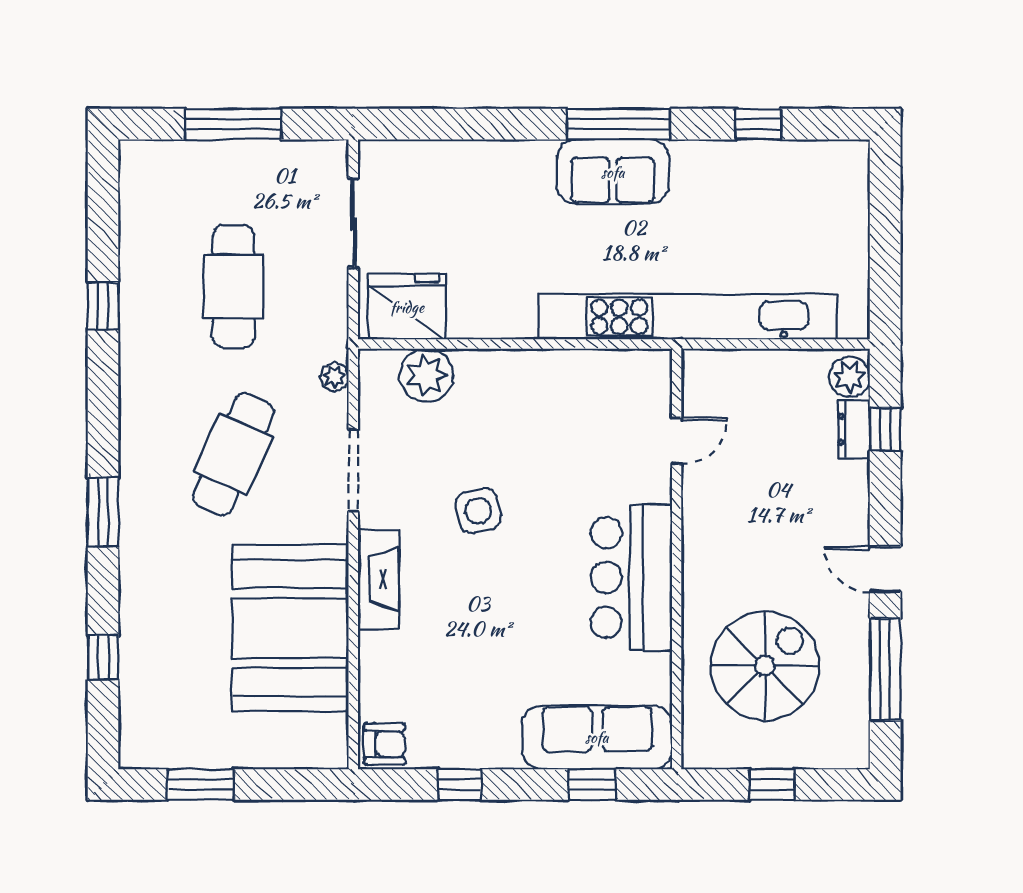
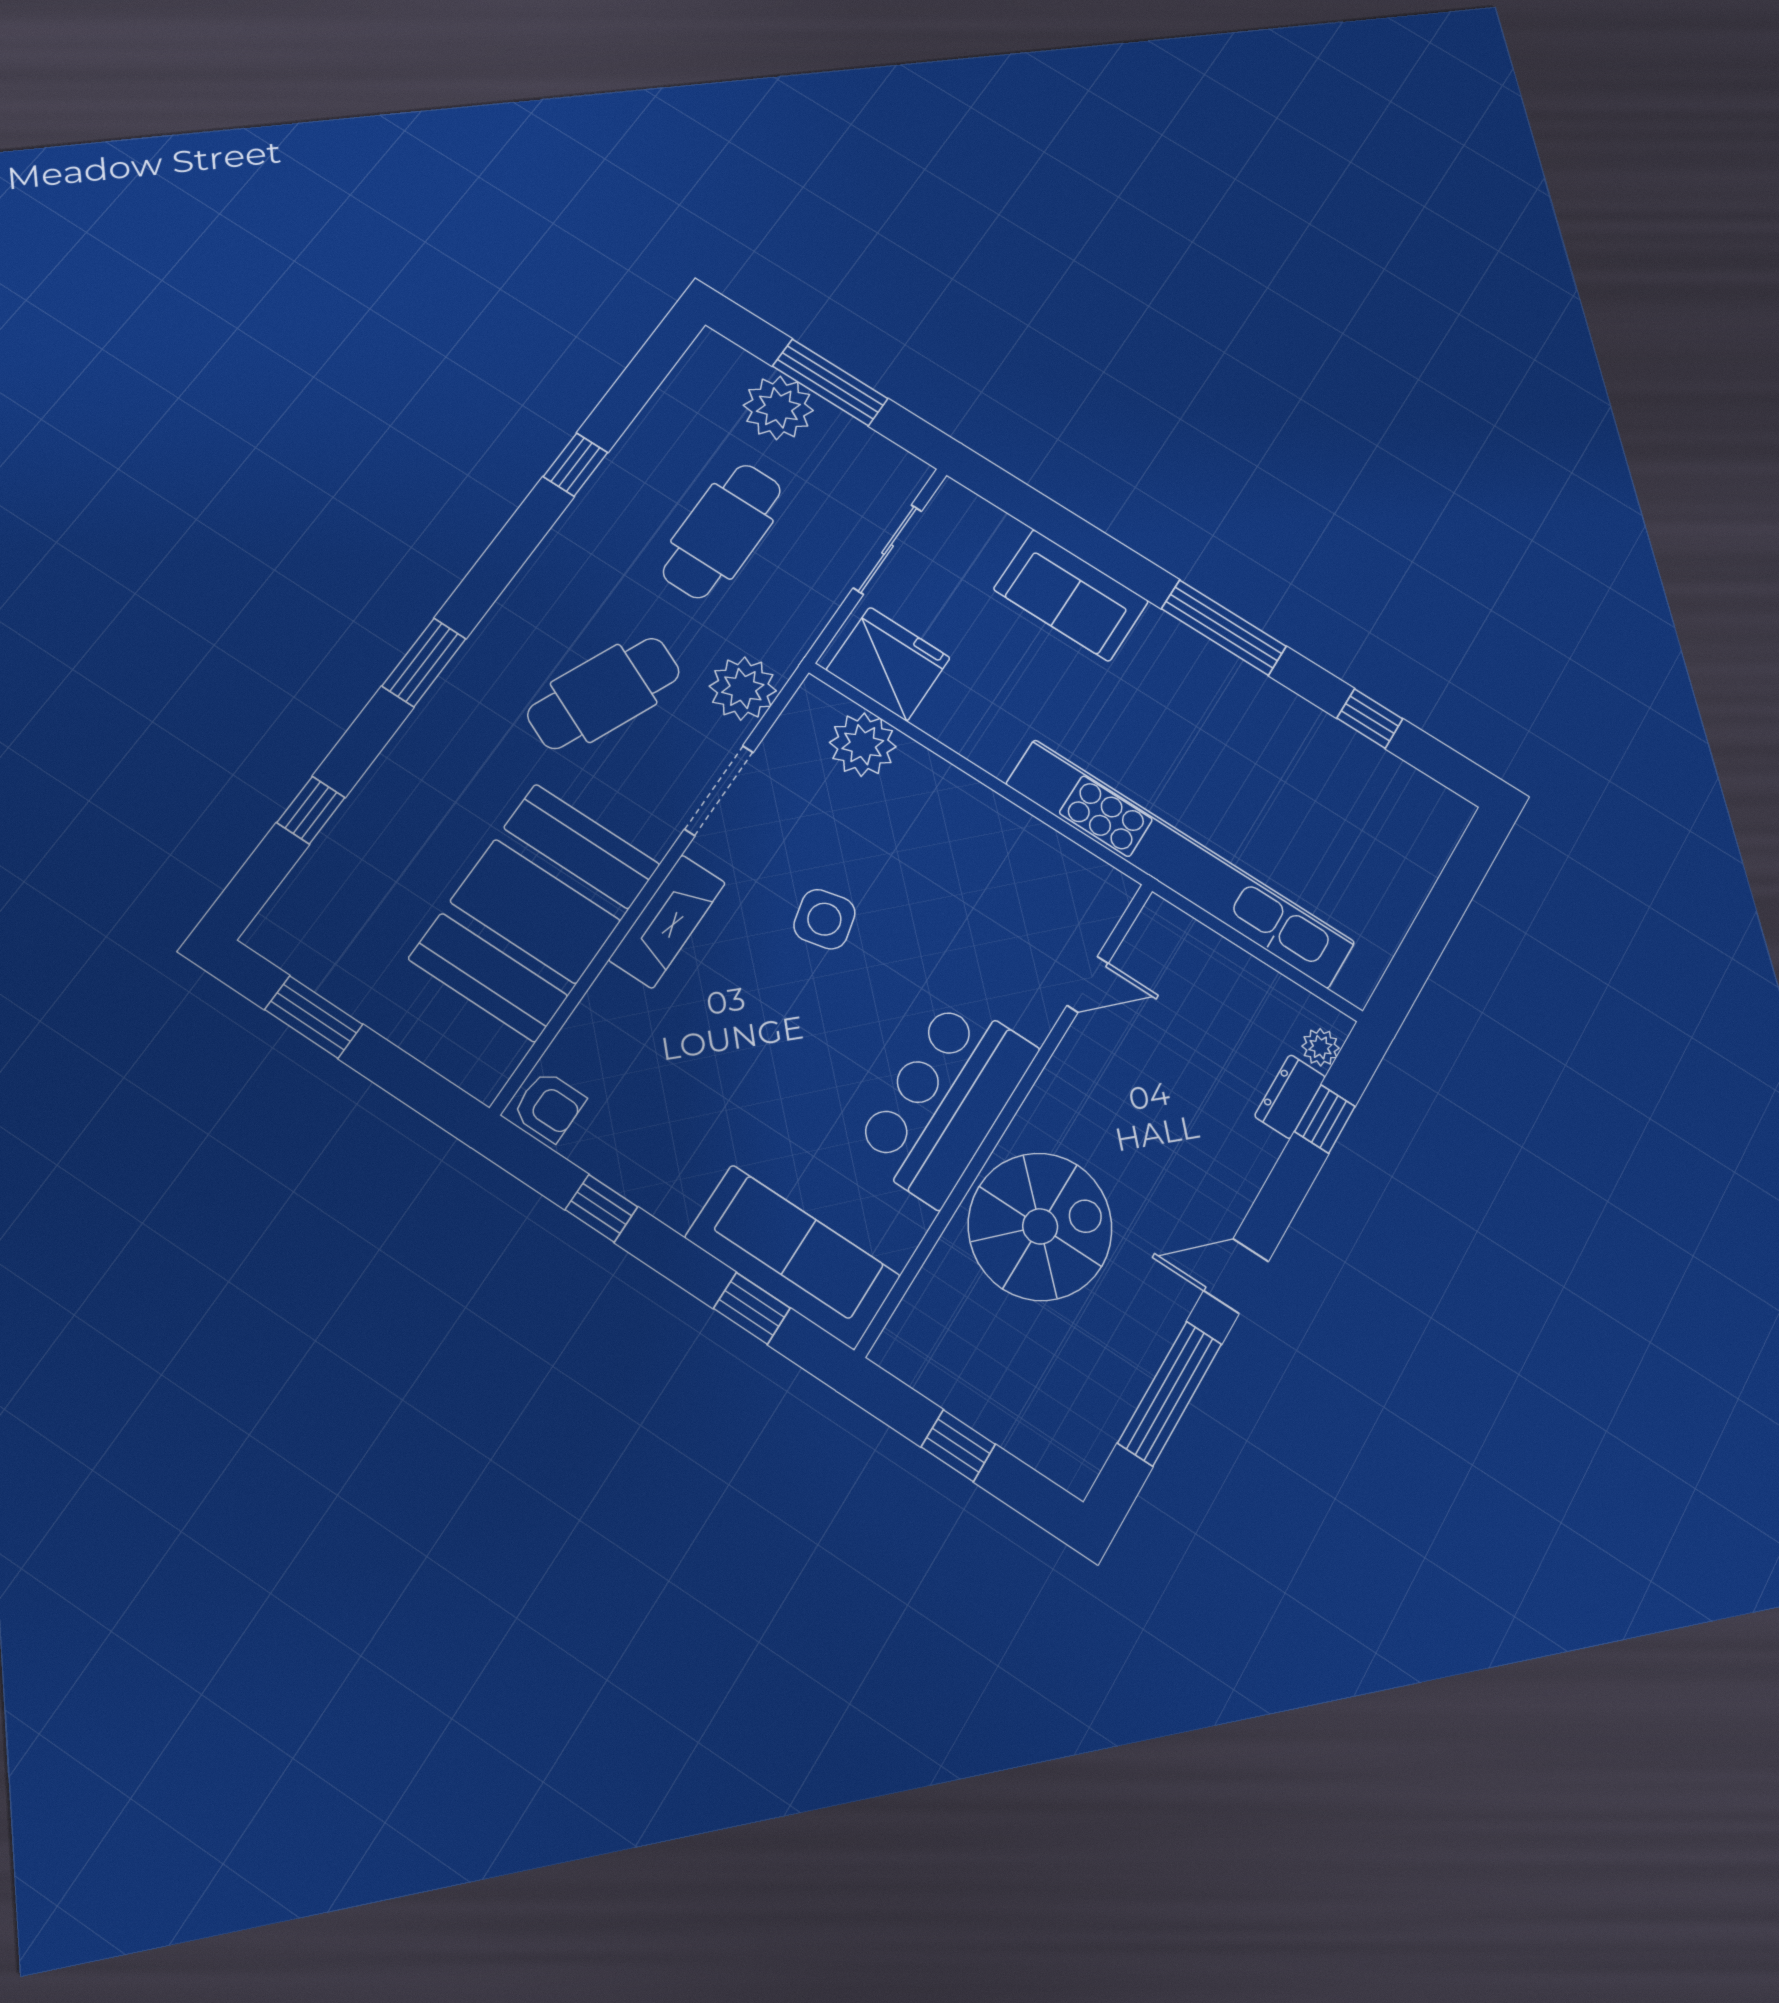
plant: (210, 168) -> (778, 408), added
sofa: (613, 172) -> (1071, 595), moved
plant: (334, 377) -> (743, 688), width x1.87, depth x1.87
plant: (850, 377) -> (1320, 1047), width x0.73, depth x0.73
door: (885, 569) -> (1236, 1276), hinge flipped
spiral stairs: (765, 666) -> (1040, 1226), moved

